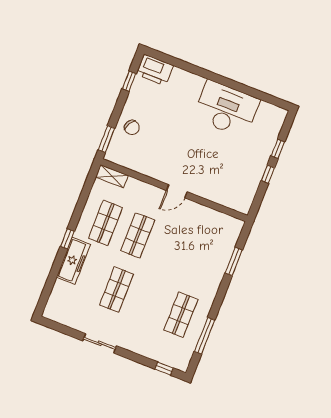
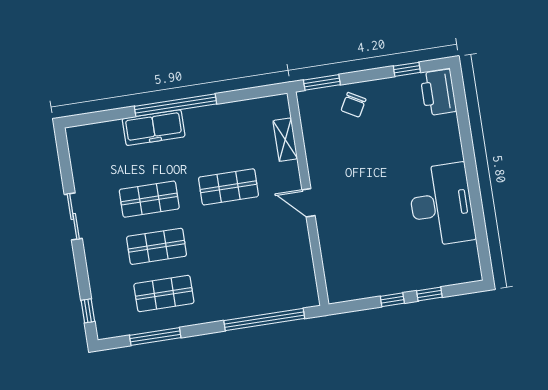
shelving: (112, 176) -> (285, 140), moved
shop shelf: (106, 223) -> (157, 246), moved
window: (67, 239) -> (176, 105), width x3.17
window: (234, 261) -> (264, 320), width x2.11

